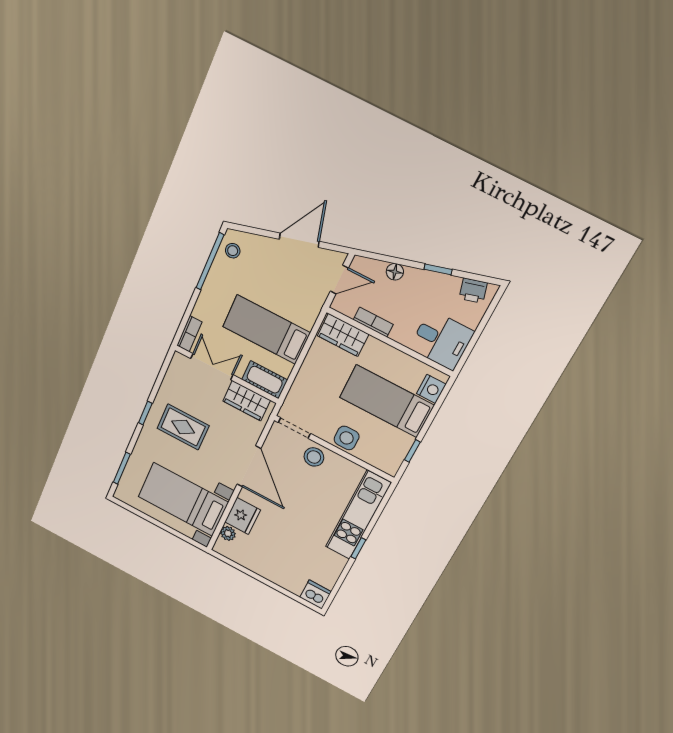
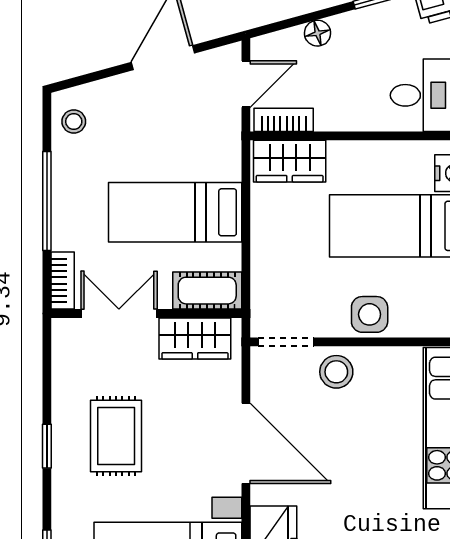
window: (210, 261) -> (47, 201), moved
bookcase: (373, 322) -> (284, 120), moved
rug: (183, 427) -> (116, 436), turned 90

